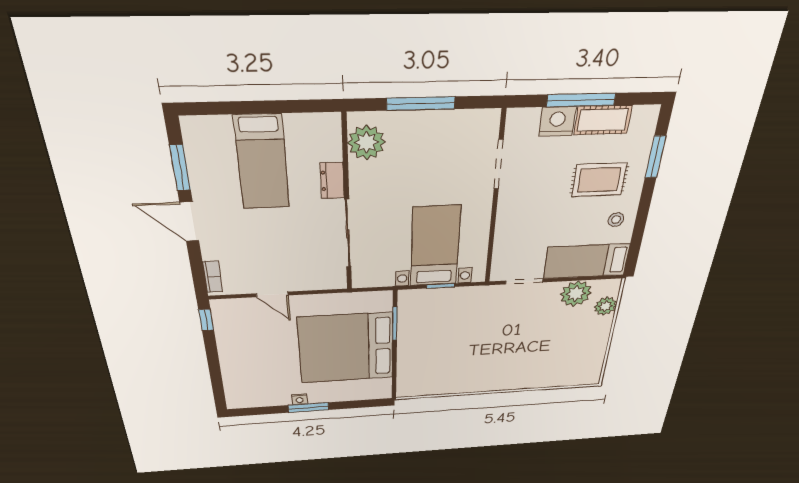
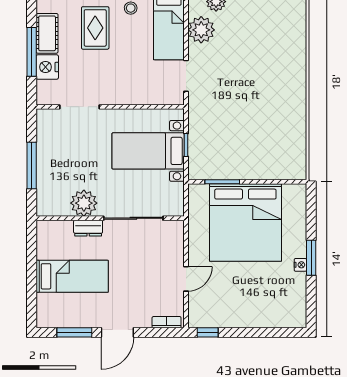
plant: (367, 142) -> (84, 203), moved

